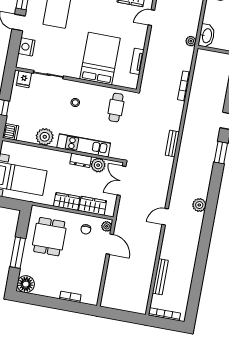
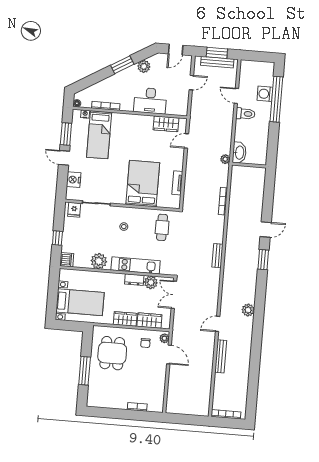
bench: (160, 277) -> (221, 356), moved
floor lamp: (26, 284) -> (95, 399), removed

